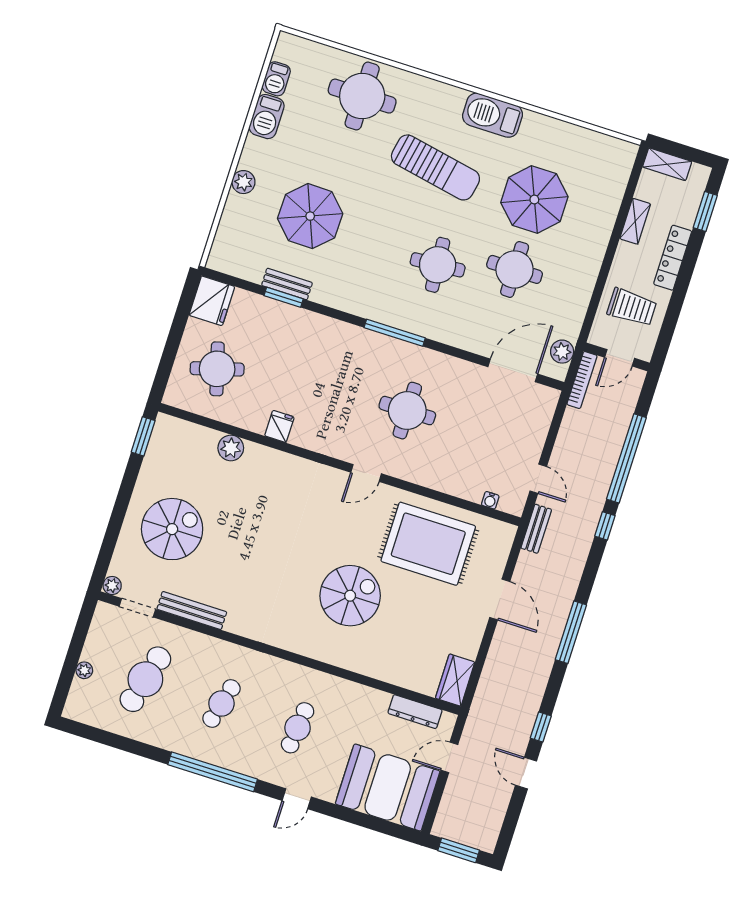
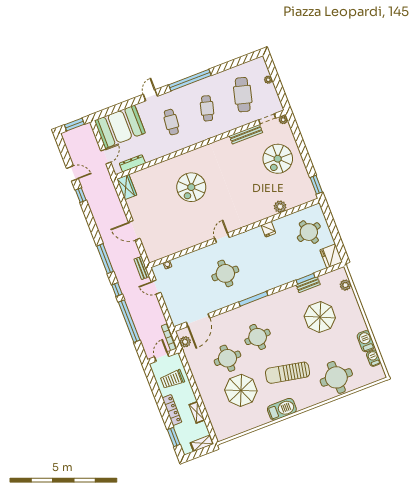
plant: (243, 182) -> (345, 285), moved
rug: (428, 544) -> (178, 230), removed
window: (571, 632) -> (105, 259), moved

